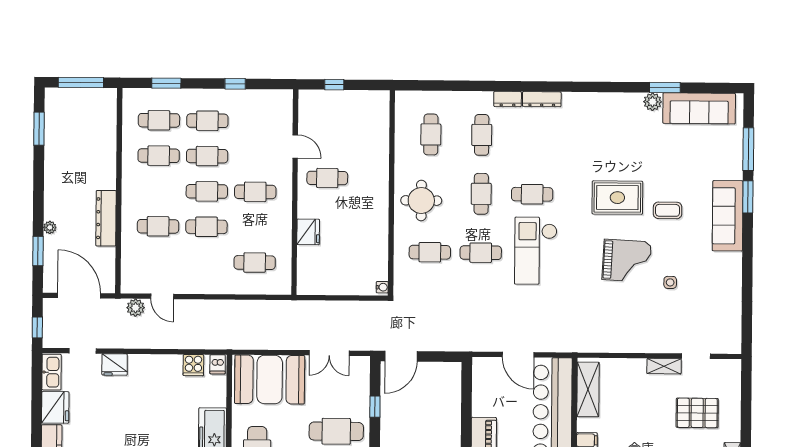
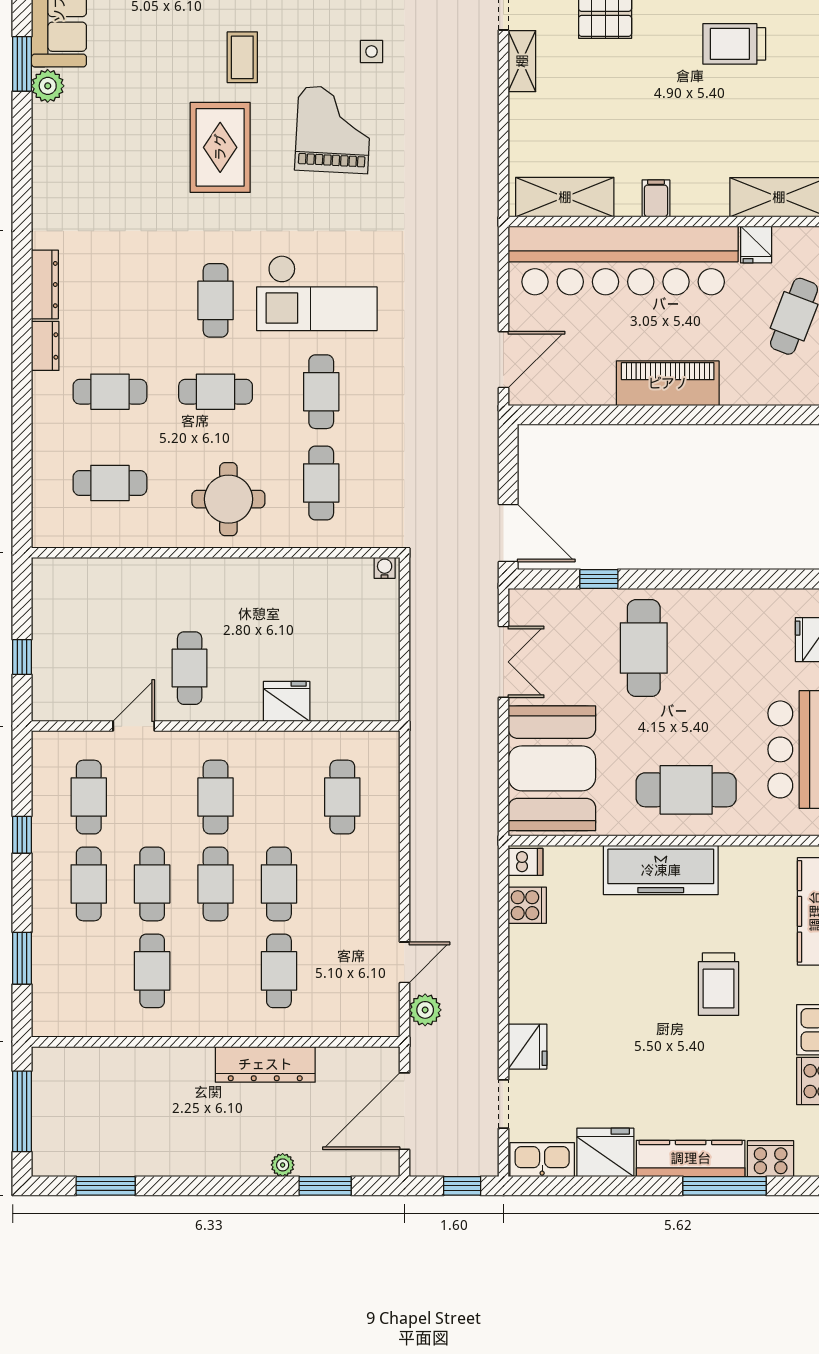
cafe table: (159, 120) -> (89, 797), moved
door: (518, 355) -> (503, 360), moved

